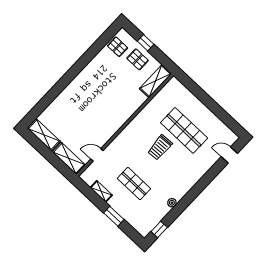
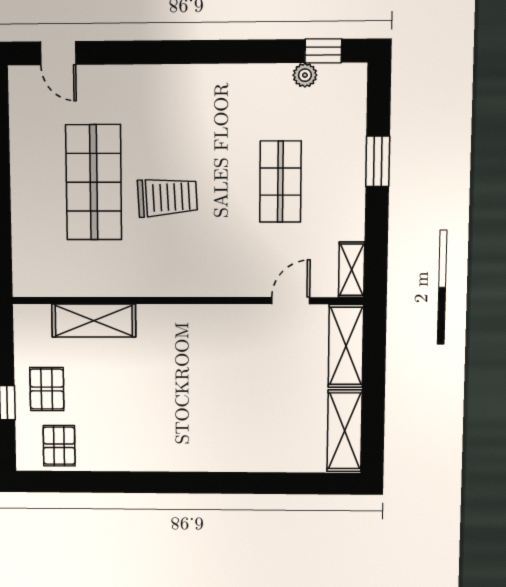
shelving: (155, 81) -> (94, 321), moved
door: (97, 155) -> (291, 301), swing flipped
shelving: (101, 191) -> (352, 270), moved
plant: (172, 203) -> (305, 75), moved

